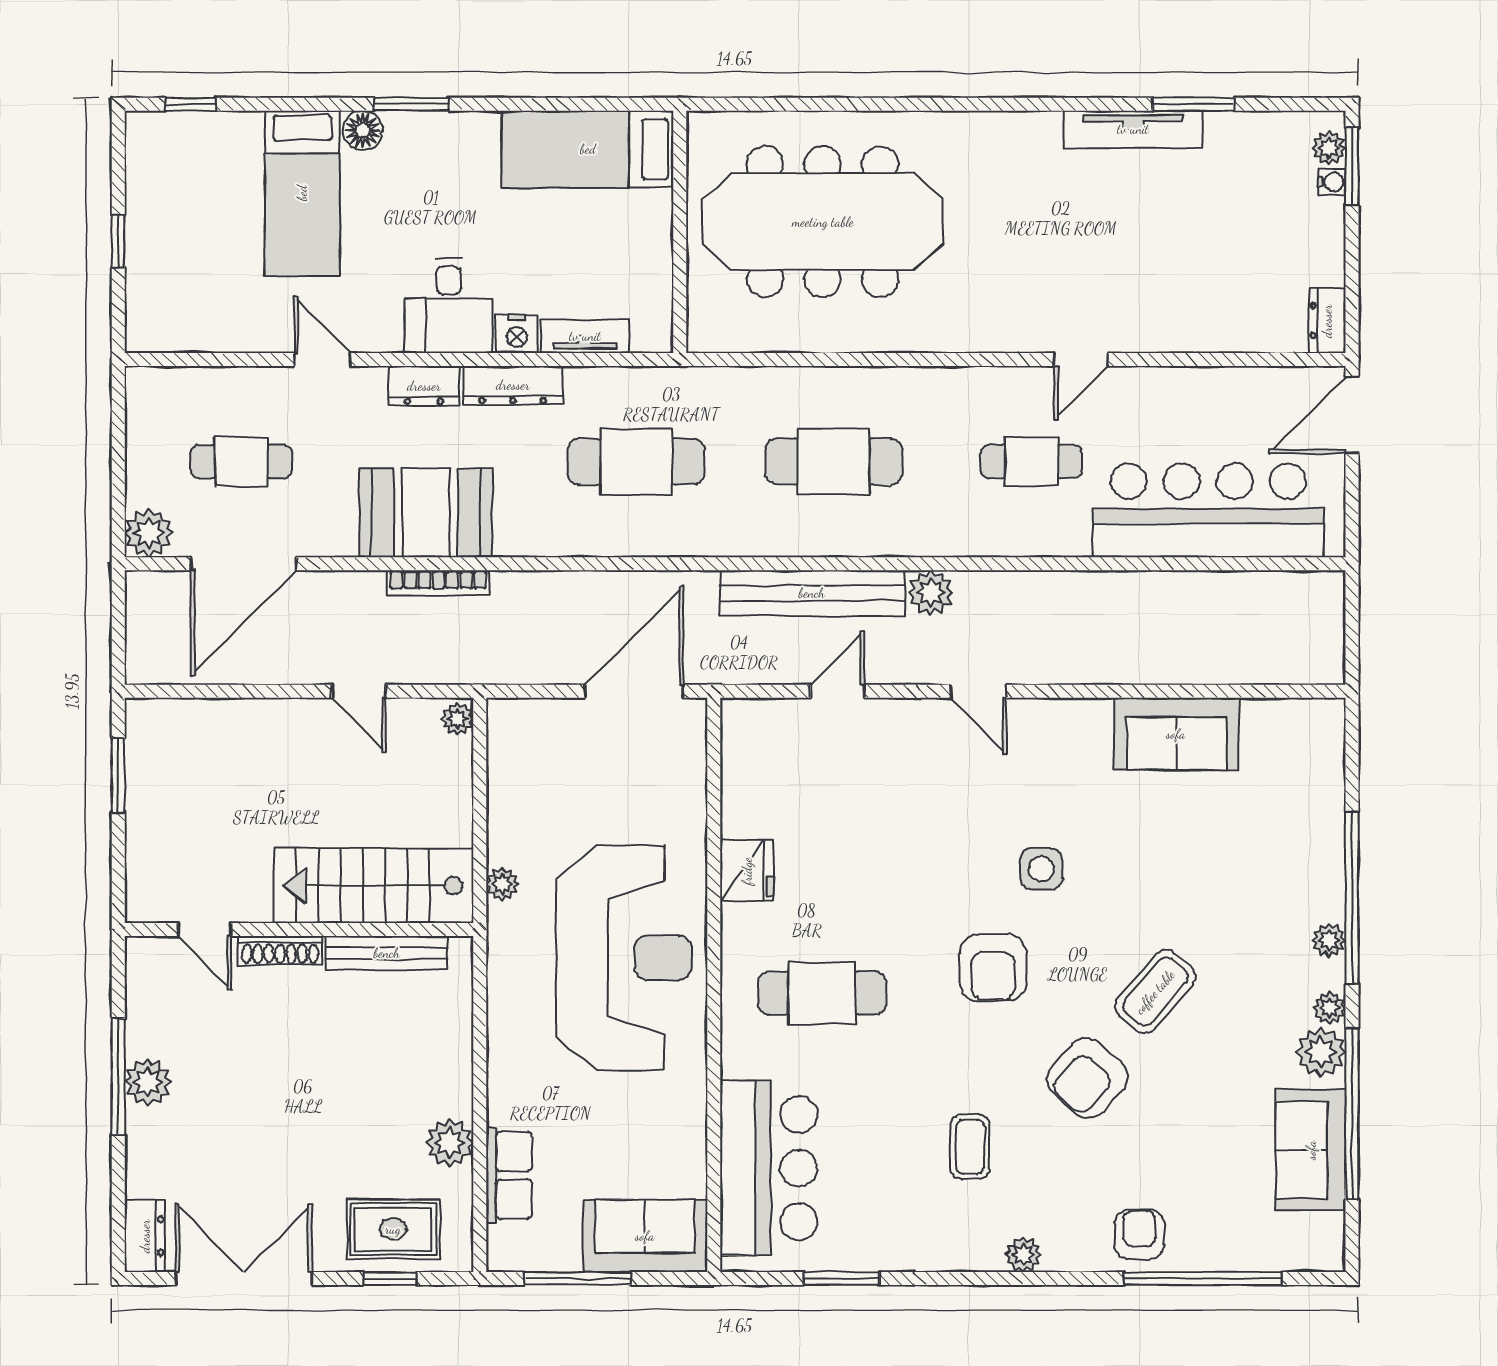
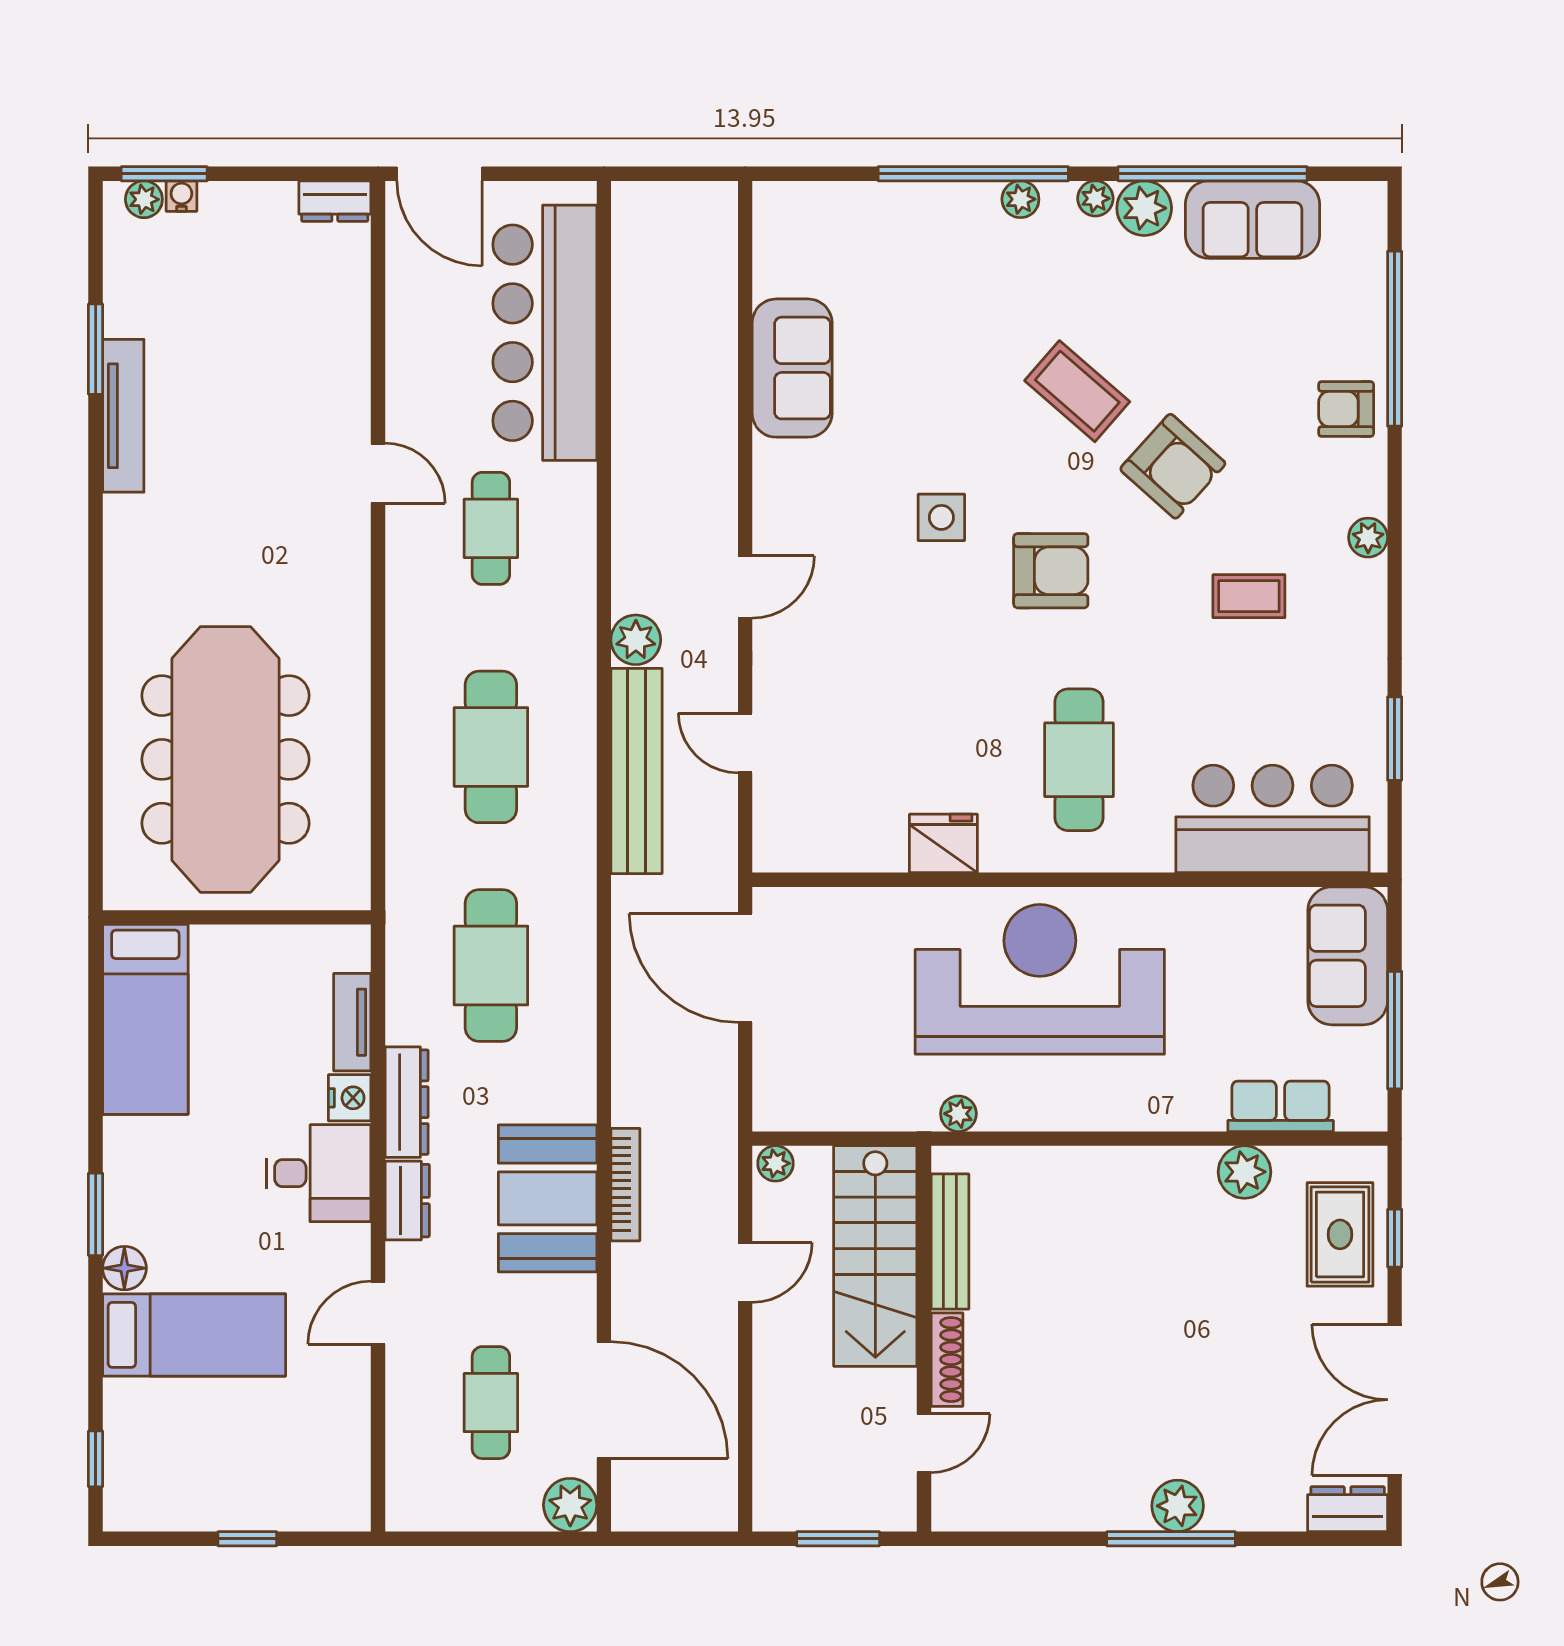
stairs: (374, 886) -> (875, 1256), moved
door: (204, 930) -> (924, 1443), moved
wall: (299, 930) -> (924, 1339), moved
shoe rack: (280, 950) -> (947, 1360), moved
bench: (387, 953) -> (950, 1241), moved

